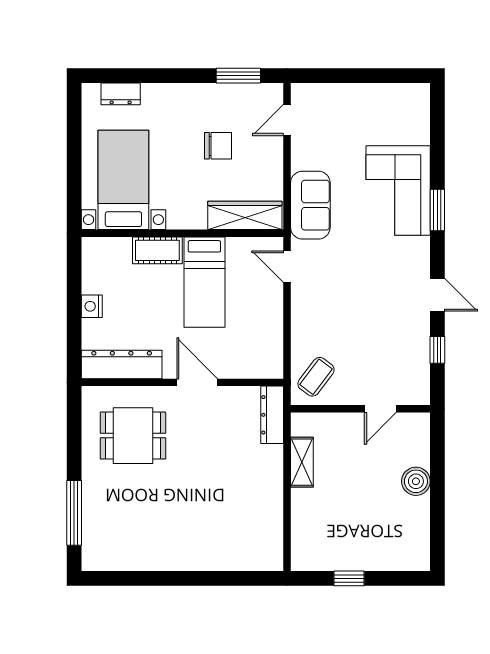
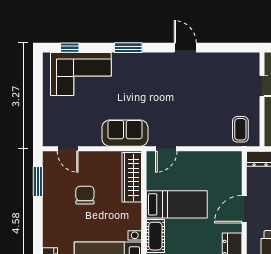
corner sofa: (398, 190) -> (81, 74), moved
door: (437, 295) -> (185, 48), hinge flipped
window: (437, 350) -> (70, 48), moved
coffee table: (316, 377) -> (240, 129), turned 53

